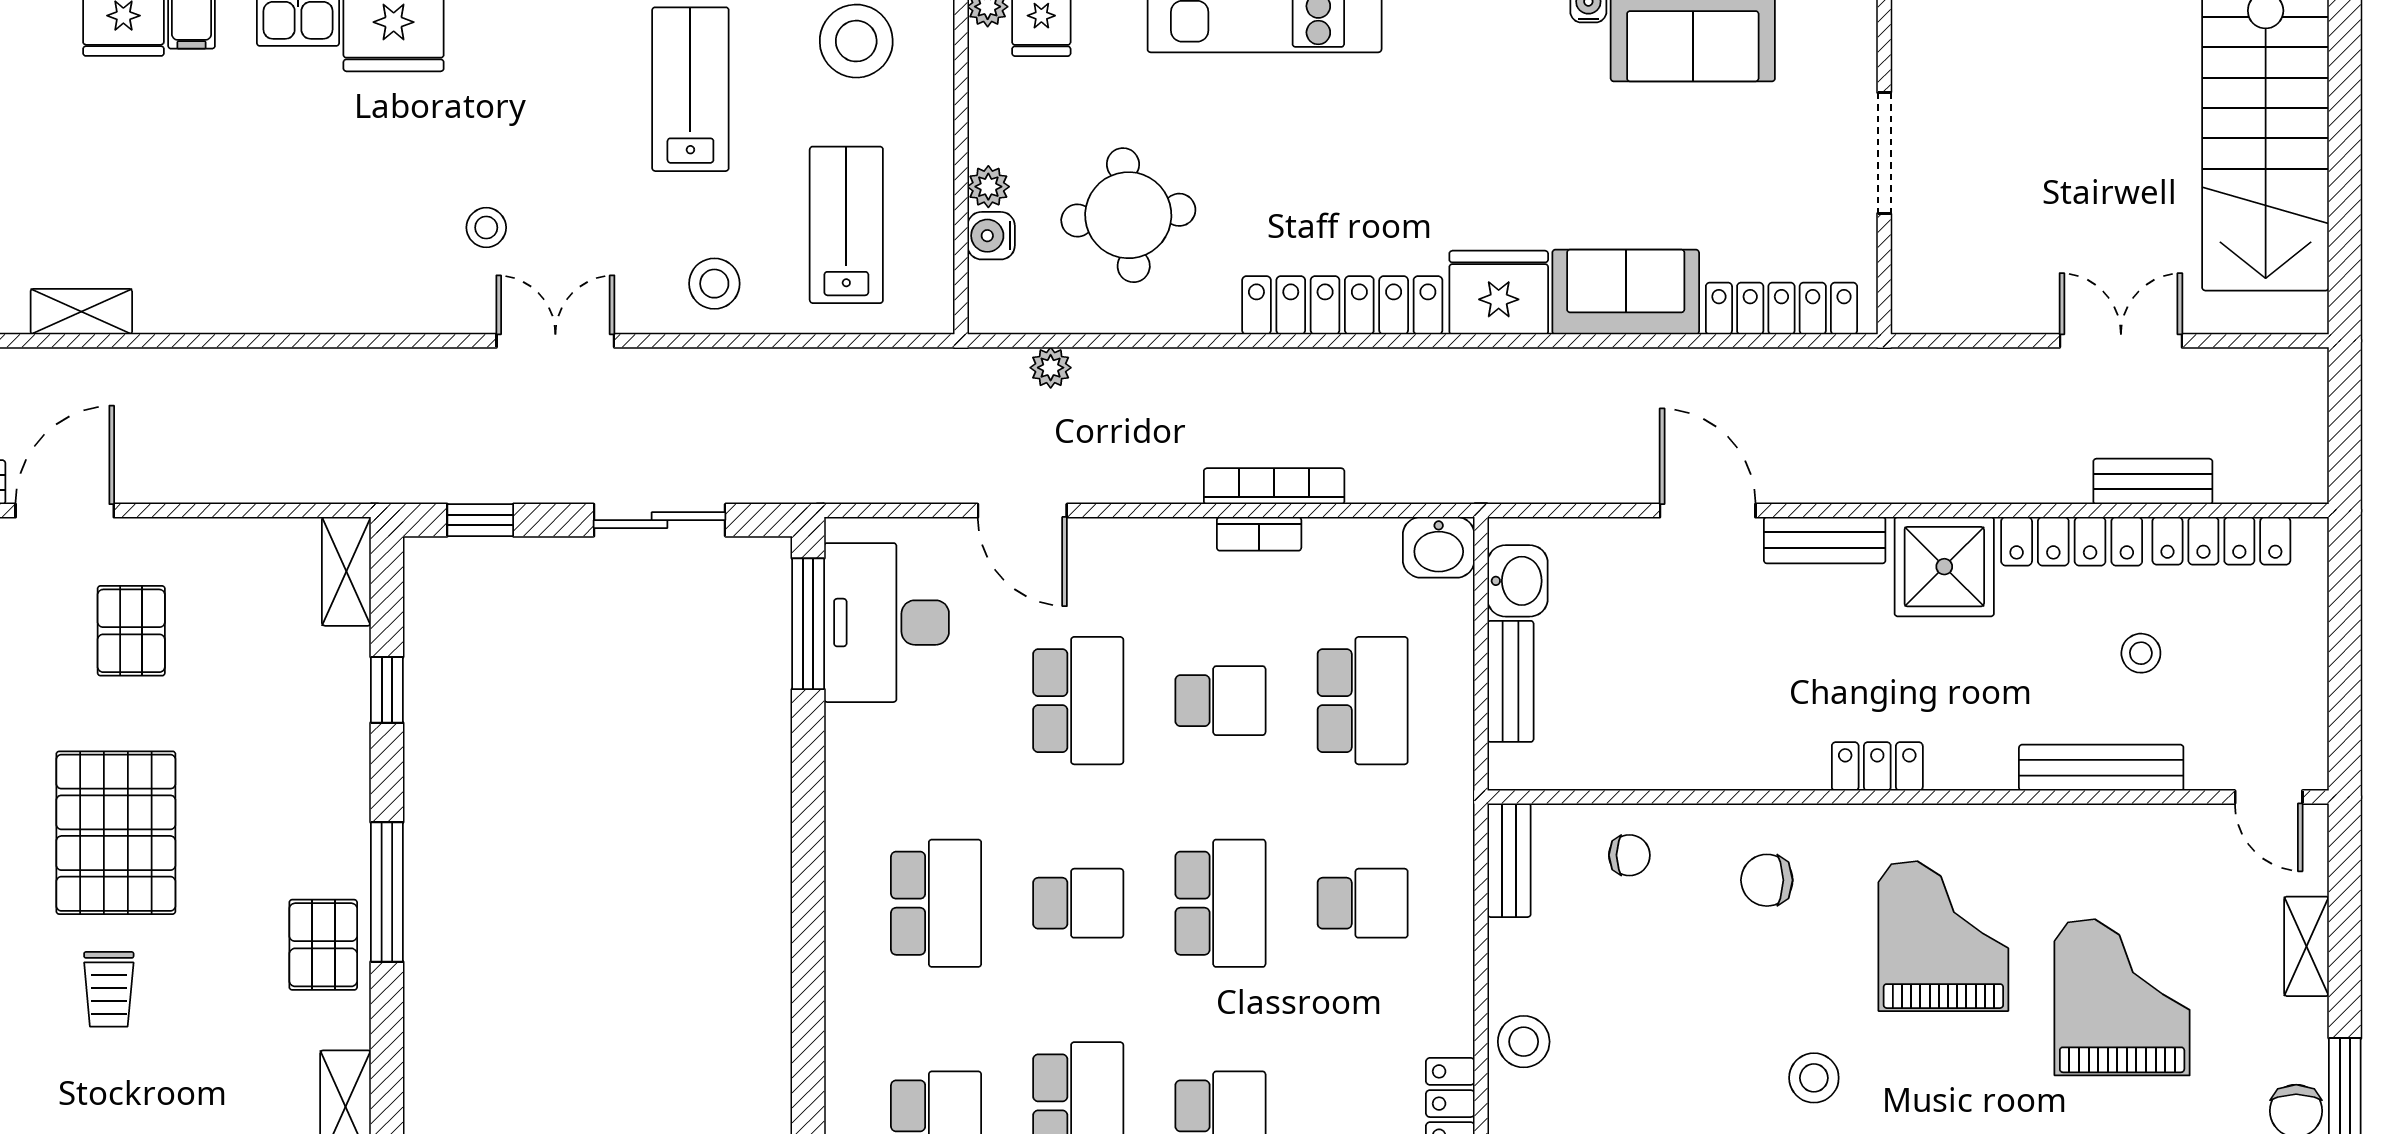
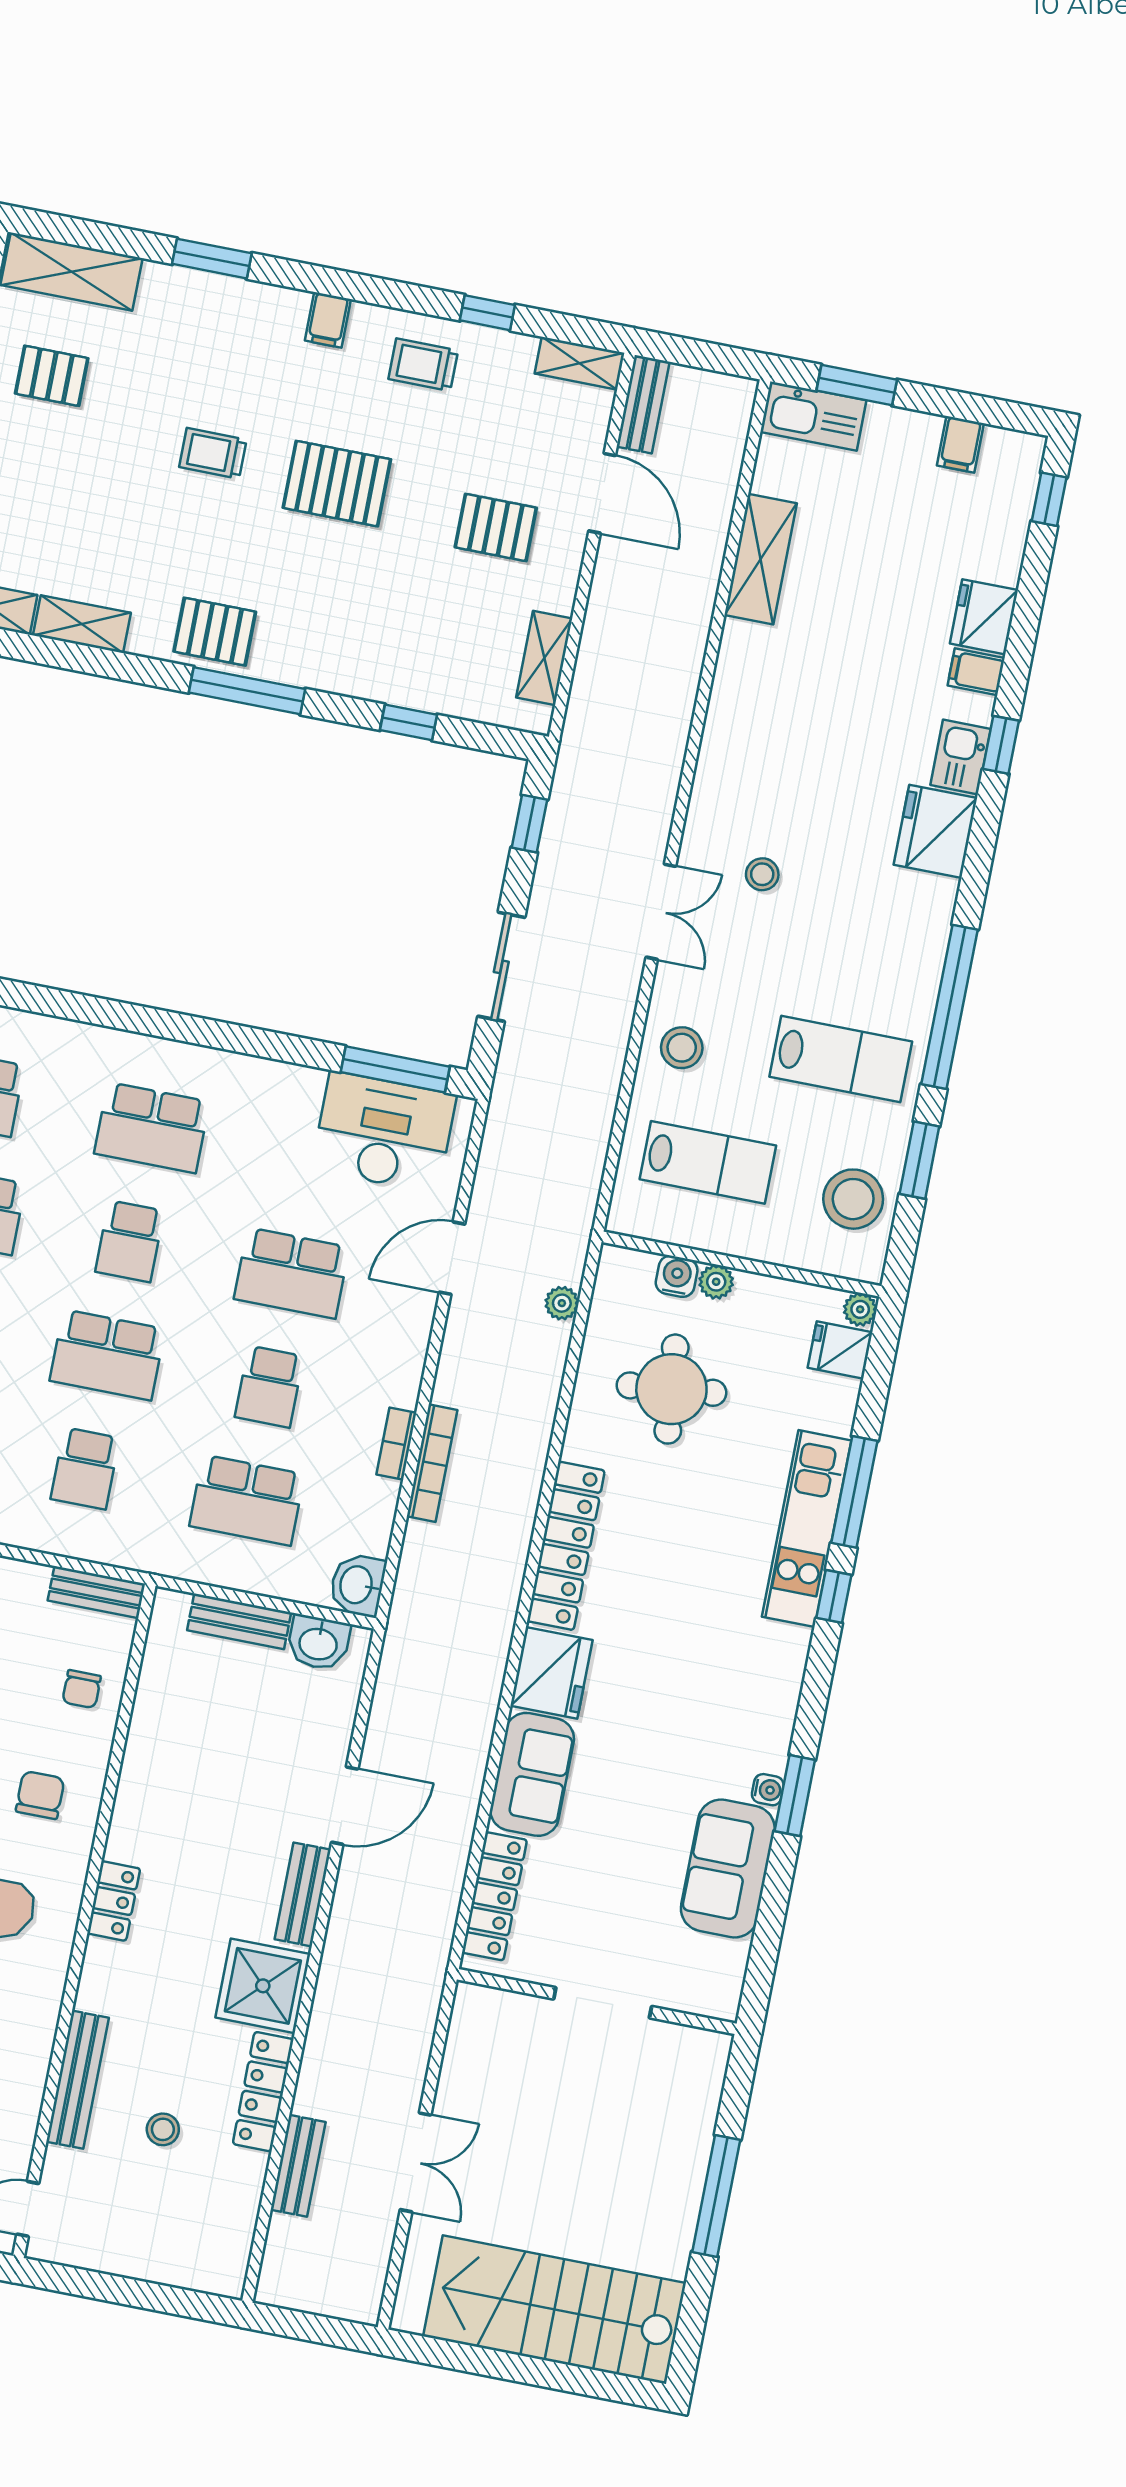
shelving: (81, 312) -> (761, 559), width x1.50, depth x1.33
locker: (2221, 541) -> (240, 2211), removed
shelving: (346, 571) -> (544, 658), moved, turned 90
pallet: (116, 833) -> (337, 484), width x0.73, depth x0.71

